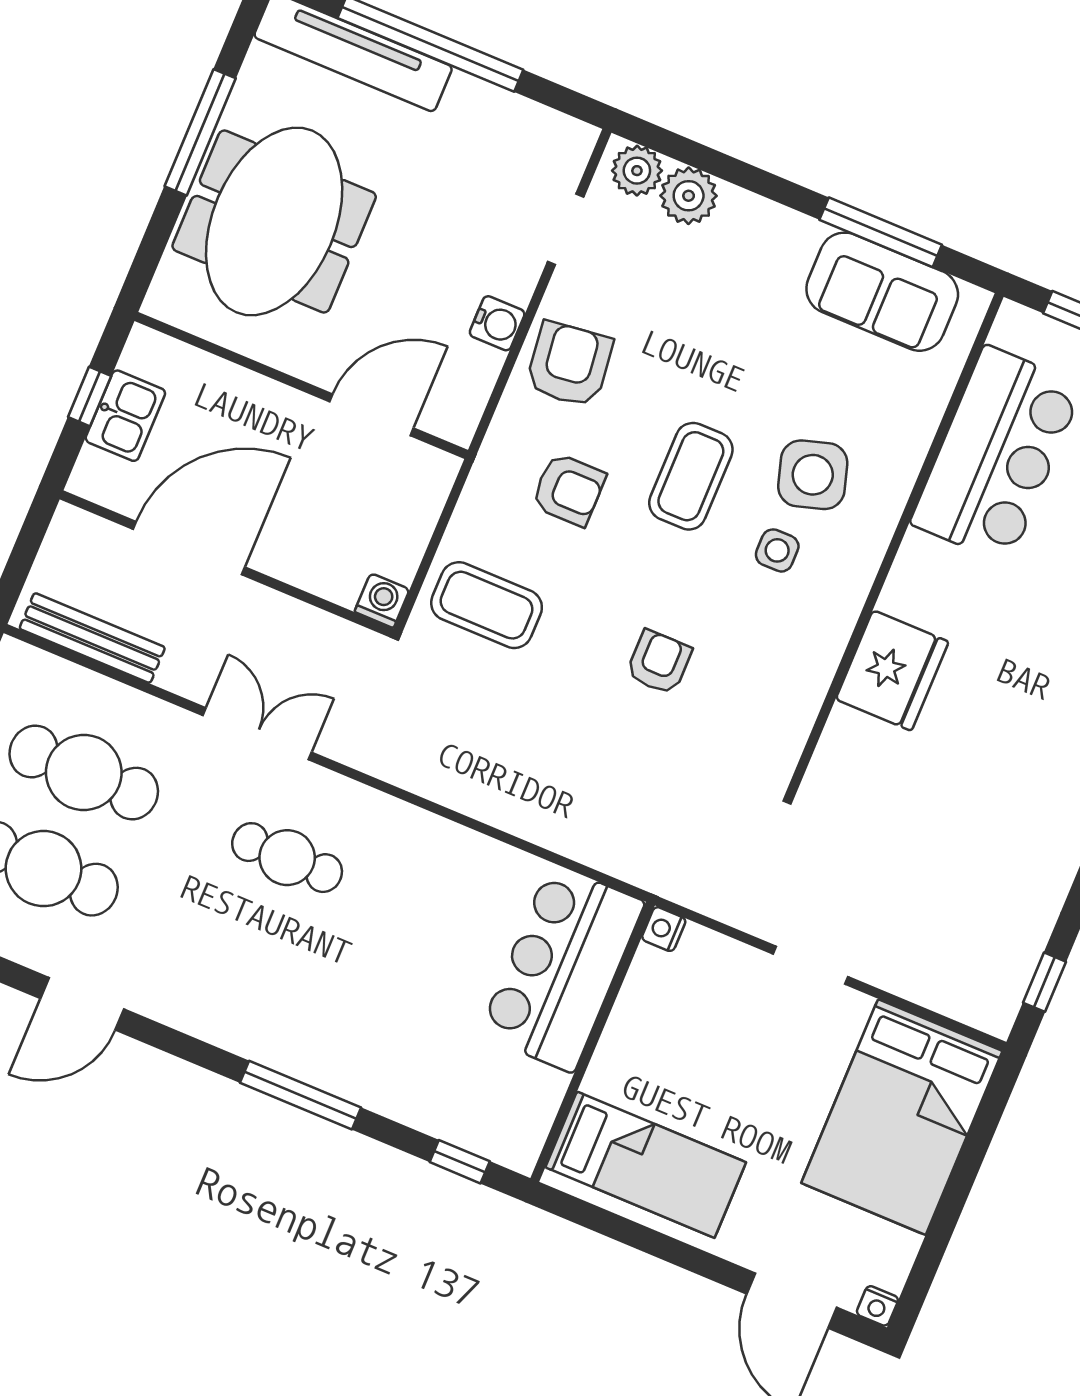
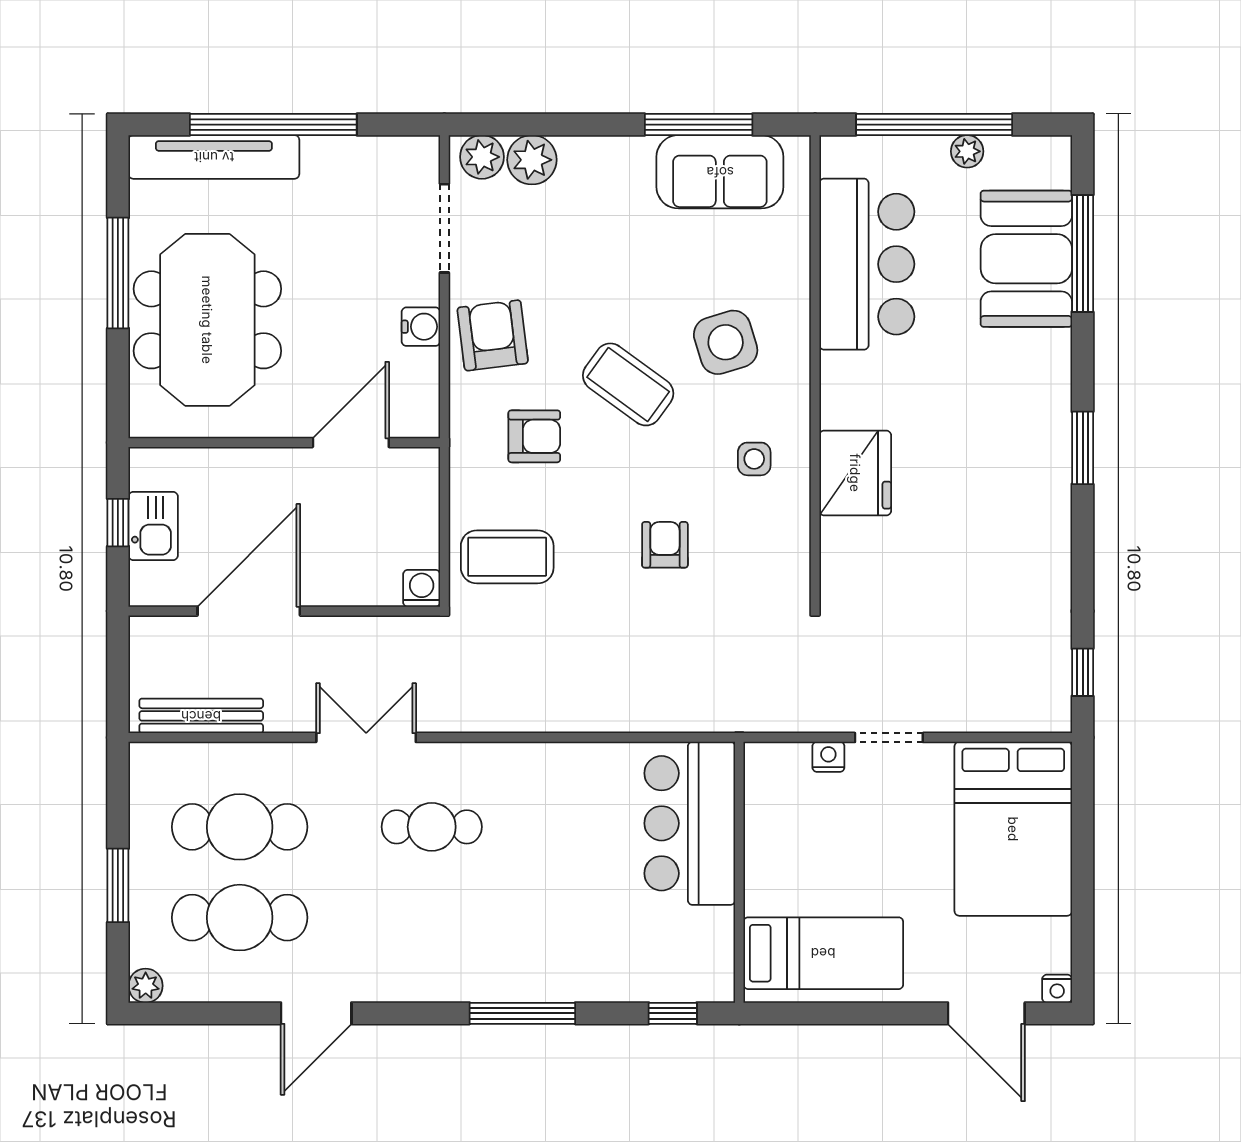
doorway: (566, 229) -> (444, 228), width x1.38
coffee table: (691, 476) -> (628, 384), turned -54
side table: (777, 550) -> (754, 459), moved
nightstand: (664, 929) -> (828, 757), moved, turned 90

